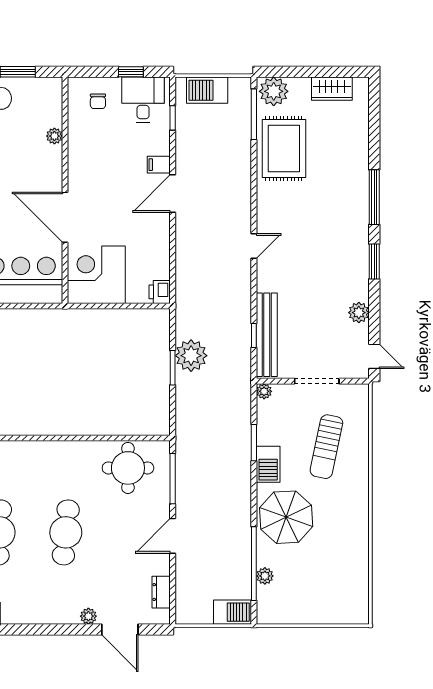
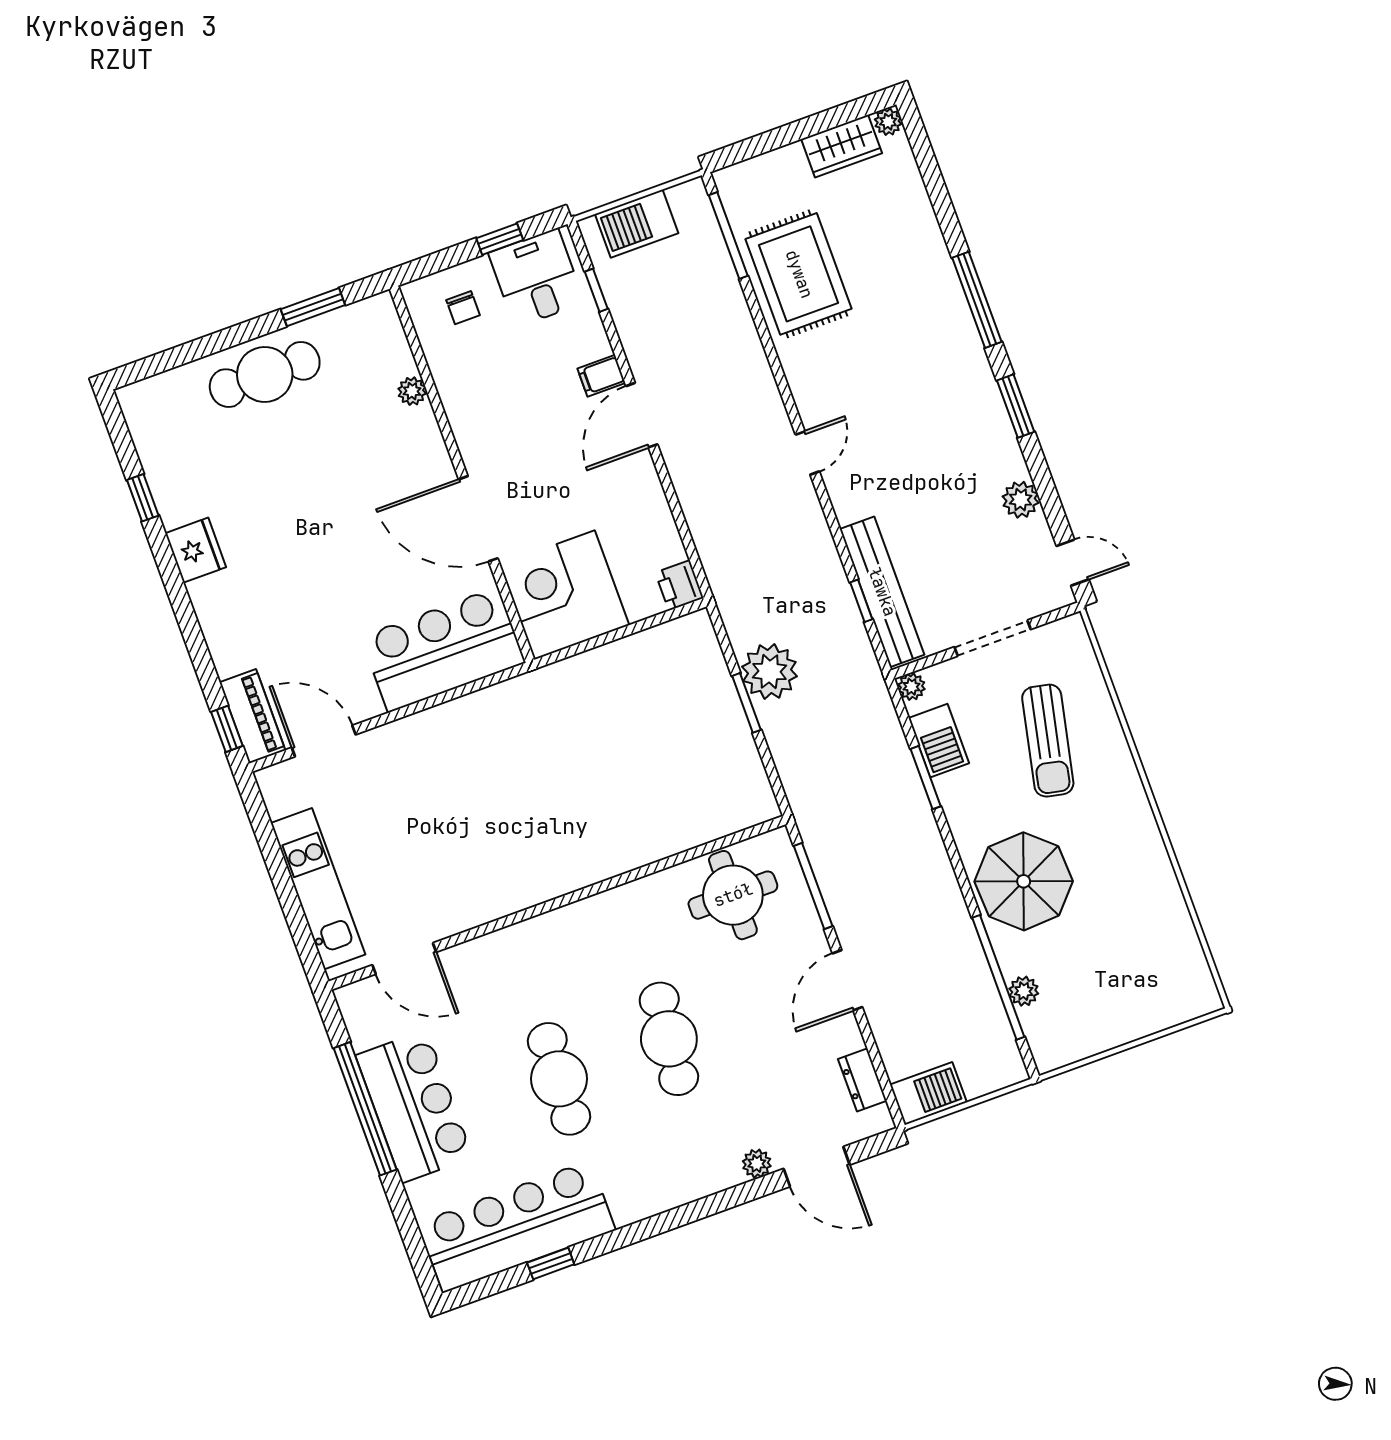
plant: (274, 91) -> (888, 122), moved, width x0.53, depth x0.53
barbecue: (268, 464) -> (939, 741), moved
barbecue: (233, 612) -> (928, 1093), moved

